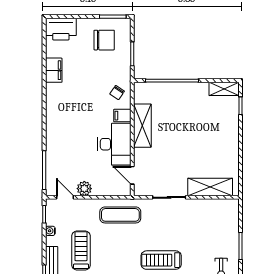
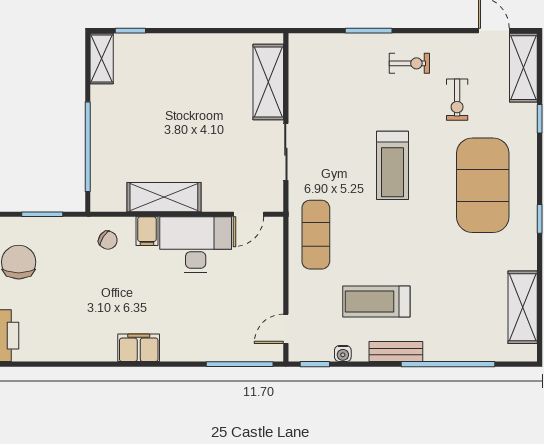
filing cabinet: (54, 70) -> (139, 348), moved
plant: (84, 189) -> (271, 296), removed

